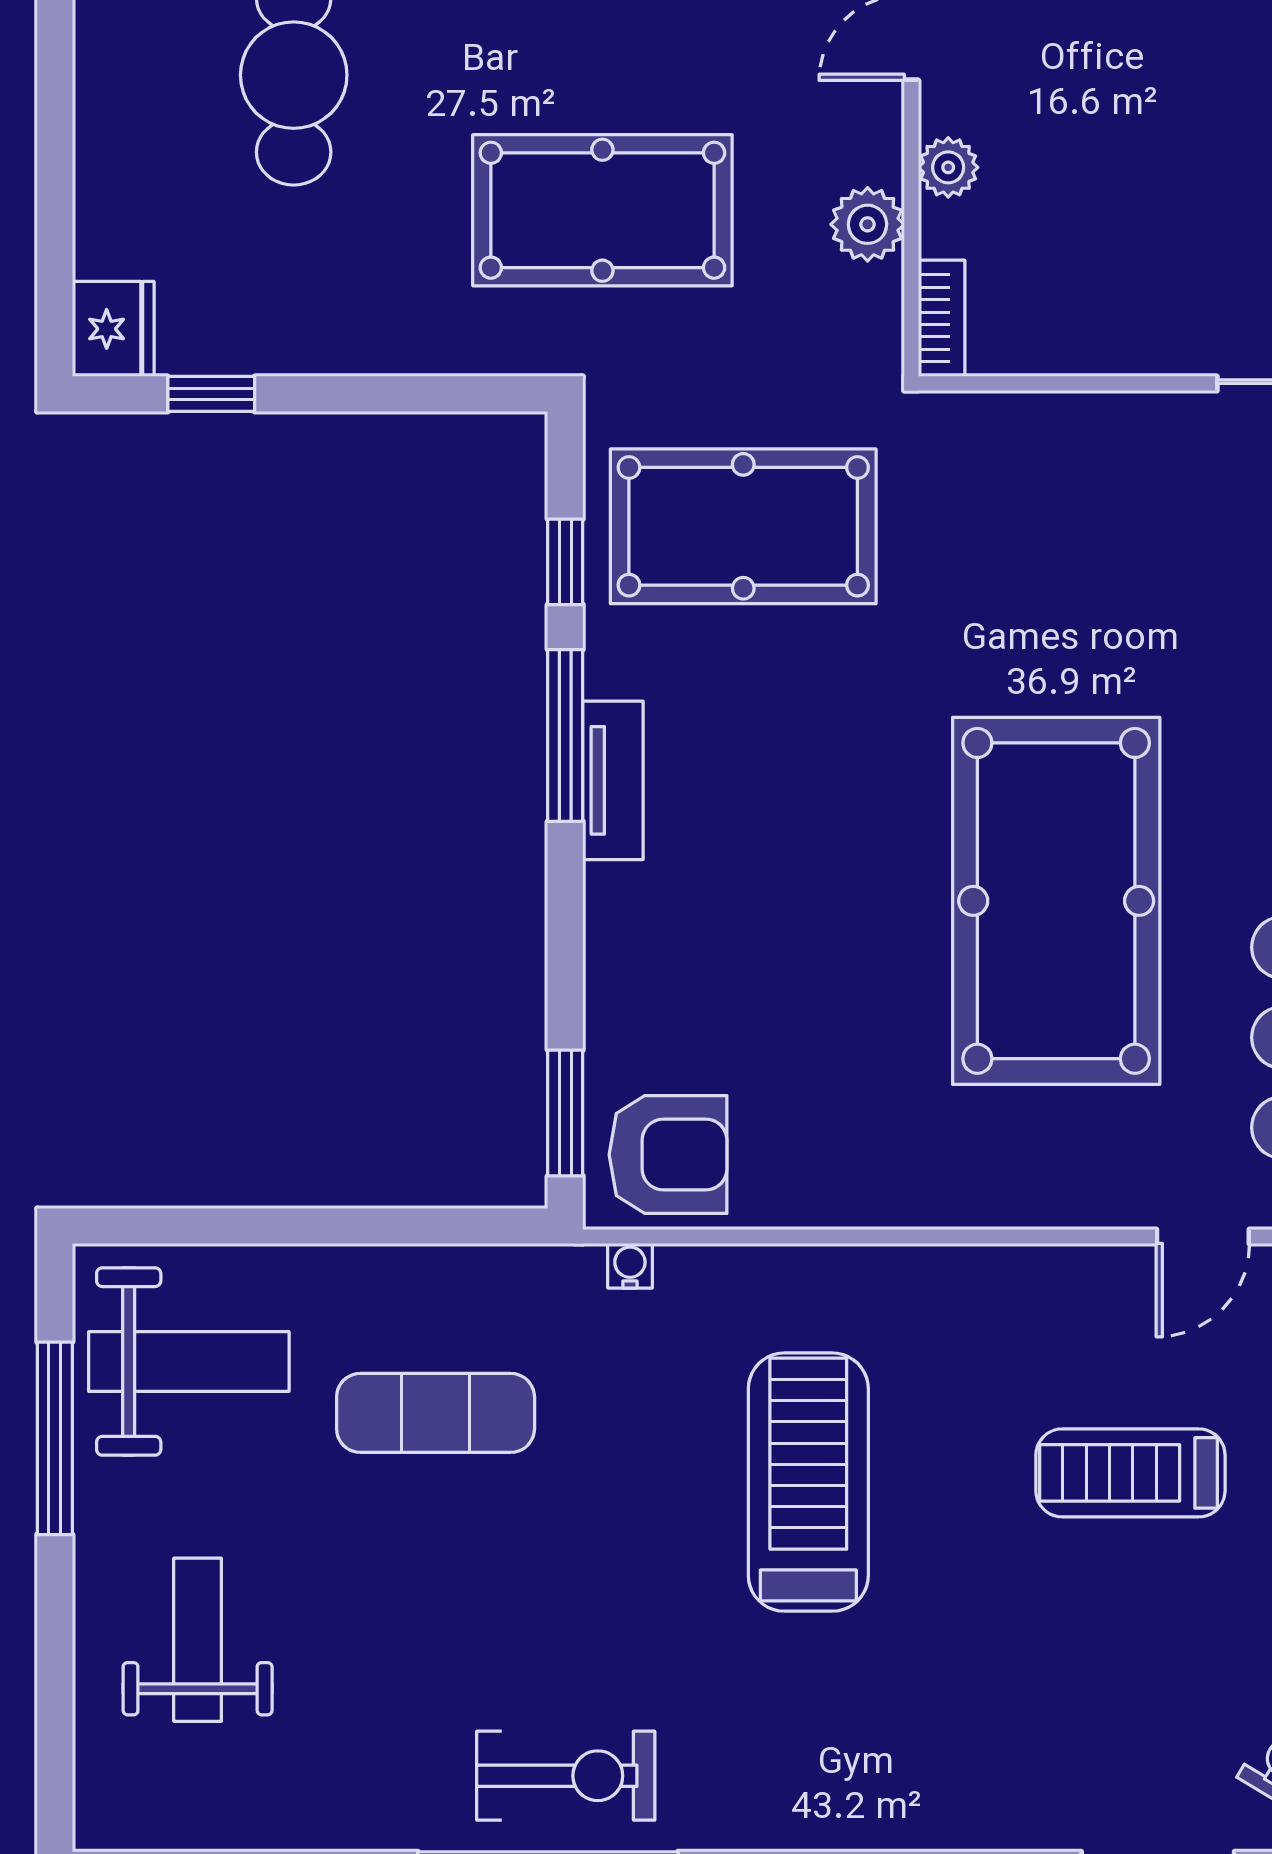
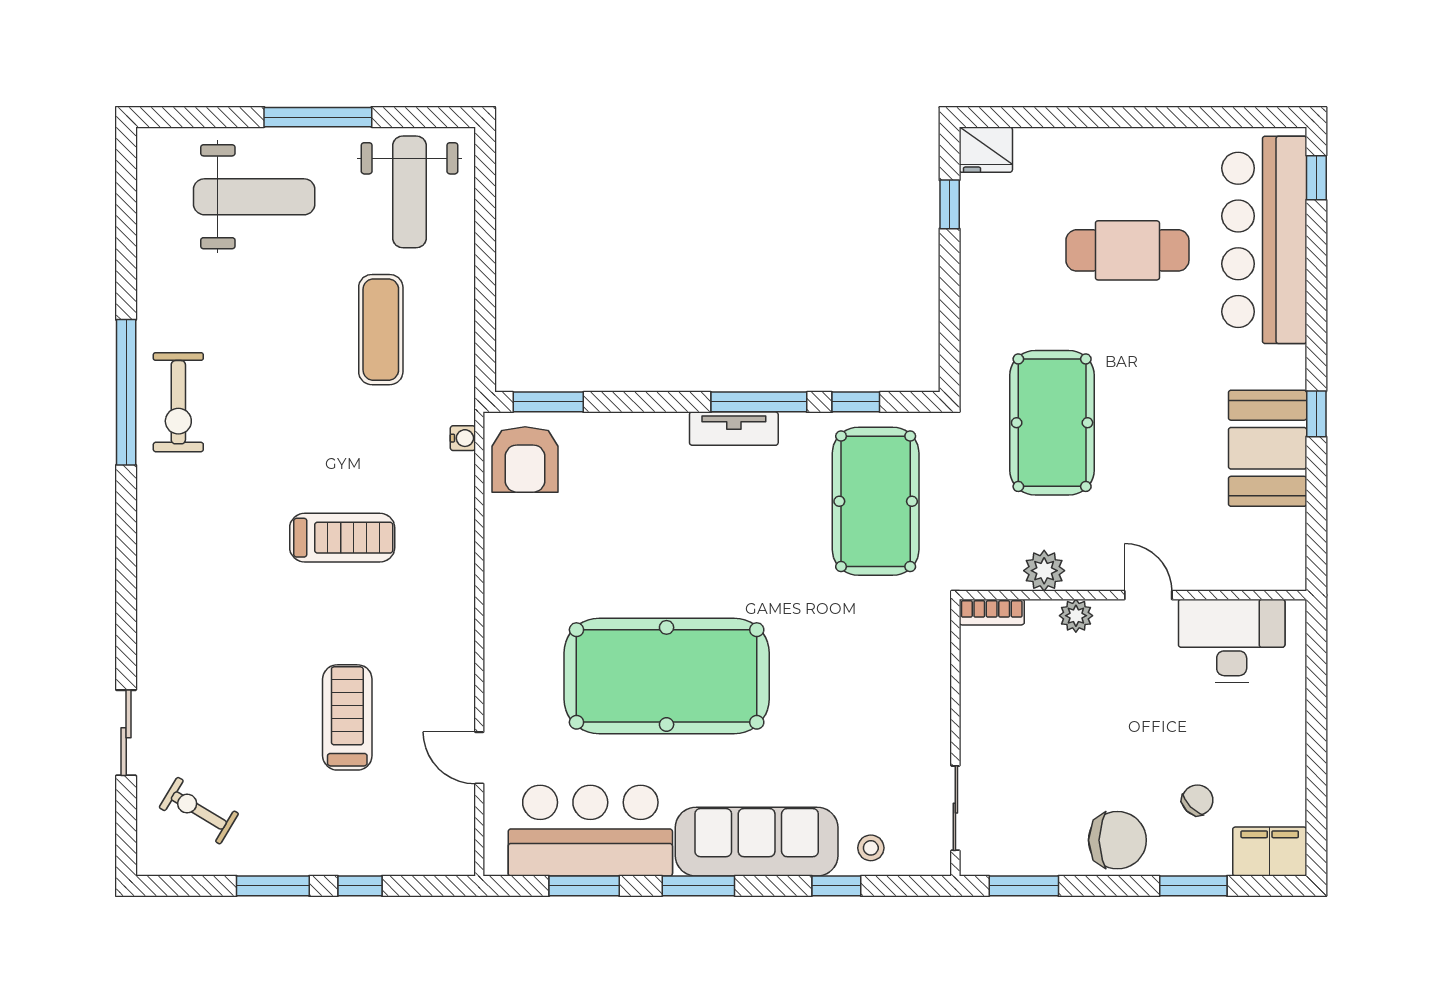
window: (55, 1438) -> (318, 117), moved
treadmill: (808, 1482) -> (342, 538), width x0.73, depth x0.73
weight bench: (198, 1640) -> (254, 197), width x1.36, depth x1.33

